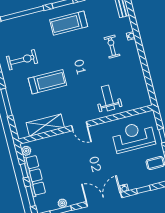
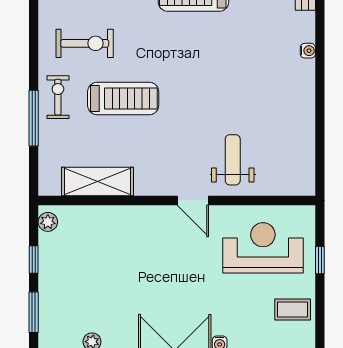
exercise bike: (112, 47) -> (58, 97), moved
door: (80, 126) -> (193, 201), moved
row of seats: (34, 176) -> (51, 274), removed

